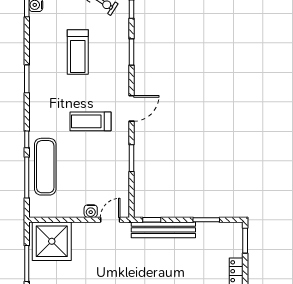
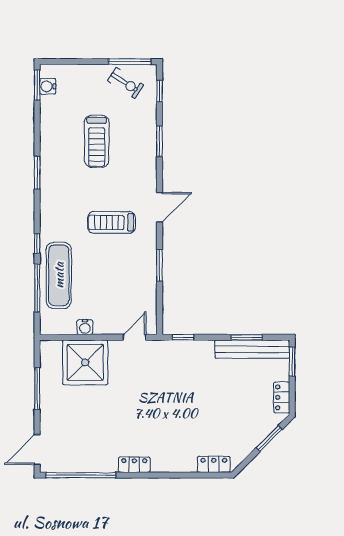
water cooler: (91, 211) -> (85, 327), moved
bench: (163, 230) -> (252, 349), moved
shower: (52, 241) -> (85, 362), moved

